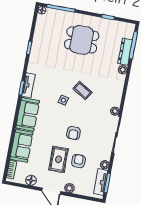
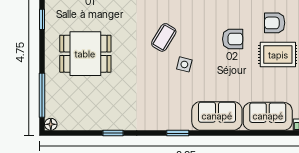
dining table: (82, 40) -> (85, 54), turned 90
tv unit: (29, 85) -> (171, 123), removed

